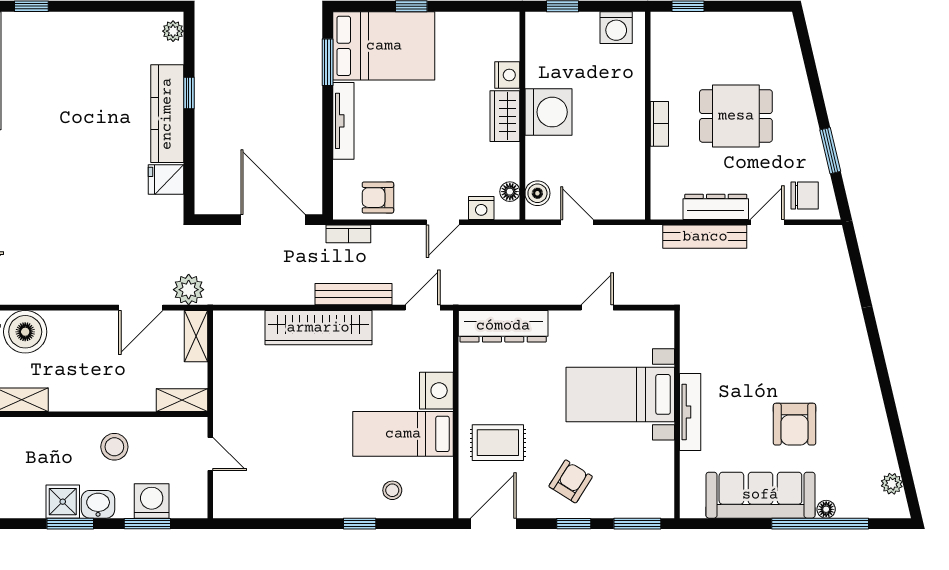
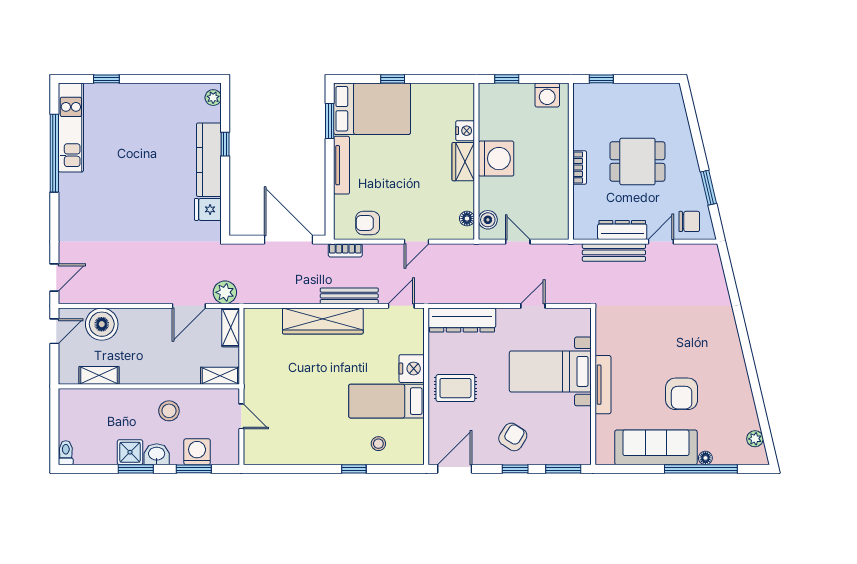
nightstand: (481, 208) -> (445, 231), removed
rug: (498, 443) -> (455, 388), moved

